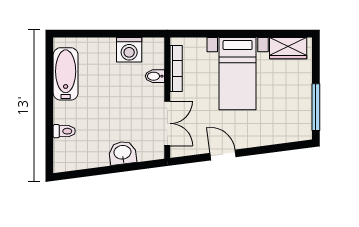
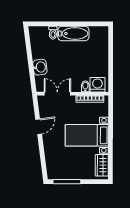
washing machine: (129, 50) -> (97, 85), moved, turned 90
bathtub: (66, 74) -> (73, 34), moved
double door: (167, 123) -> (57, 94), swing flipped

